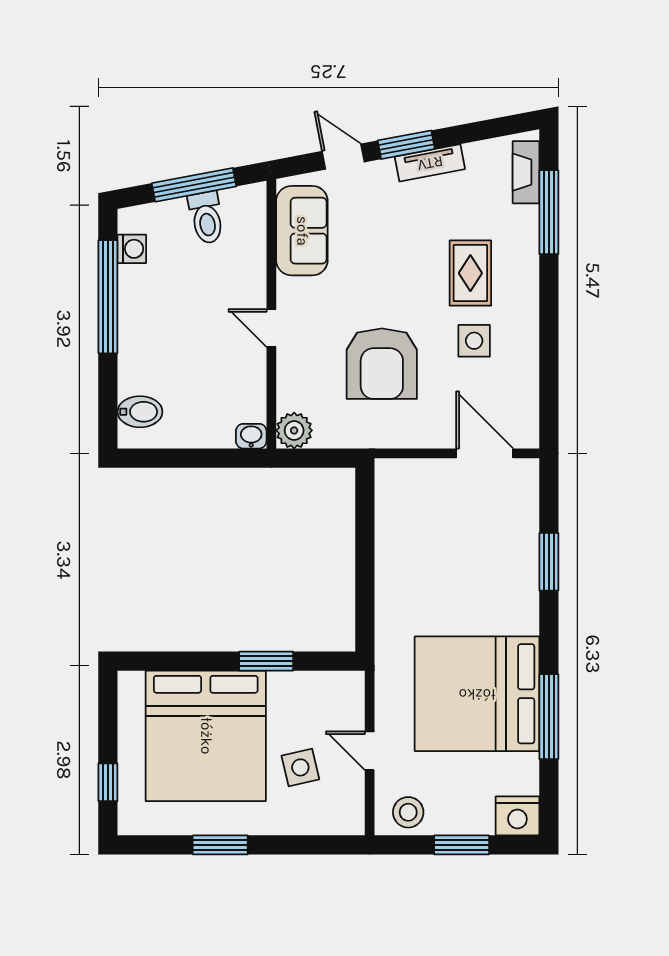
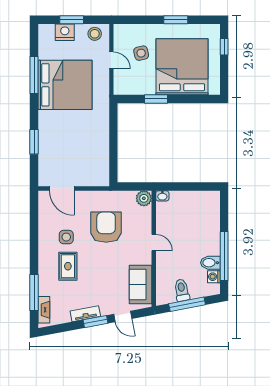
bidet: (140, 412) -> (210, 263), moved
nightstand: (517, 816) -> (65, 32), moved

